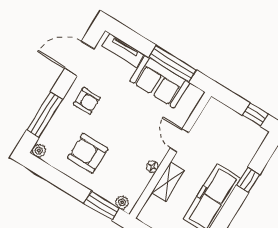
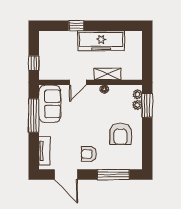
sofa: (160, 82) -> (50, 104), moved
armchair: (87, 101) -> (89, 154), turned -90
window: (255, 115) -> (34, 63), moved
plant: (39, 151) -> (137, 105), moved

